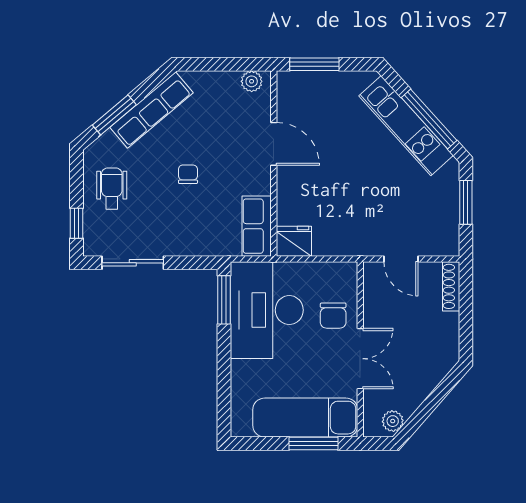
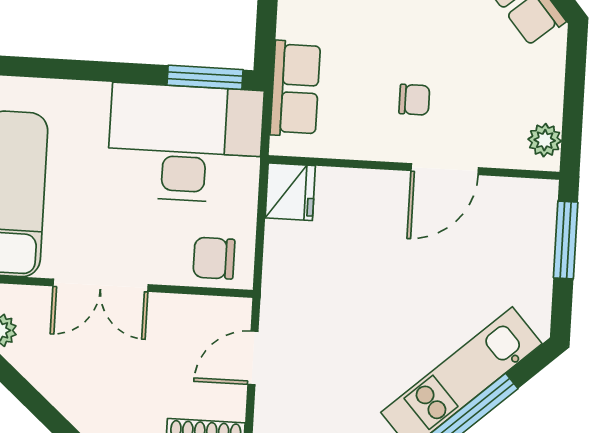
chair: (188, 174) -> (414, 100), moved
row of seats: (257, 226) -> (295, 89), moved, turned 90
chair: (333, 316) -> (214, 258), moved

